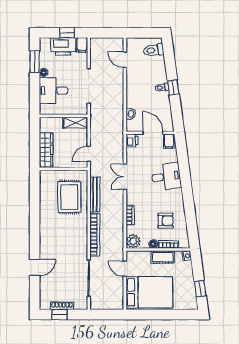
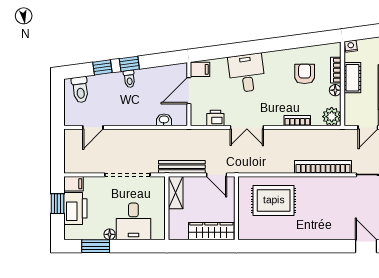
window: (170, 67) -> (102, 67), added
printer: (132, 140) -> (215, 118), moved
bench: (95, 195) -> (182, 167), moved

